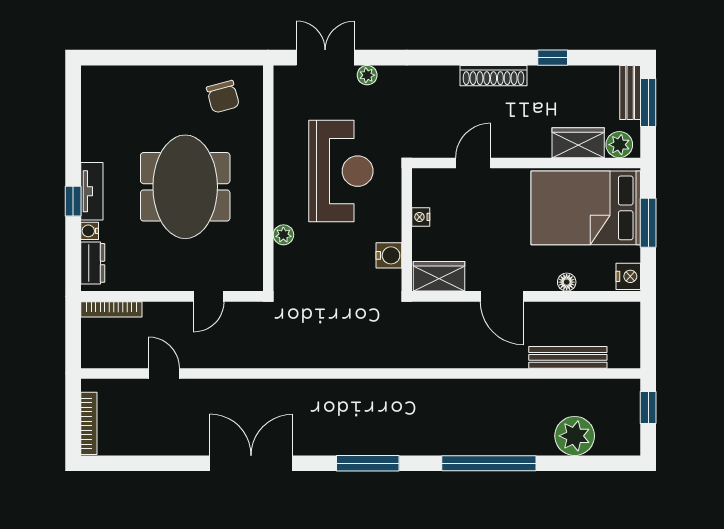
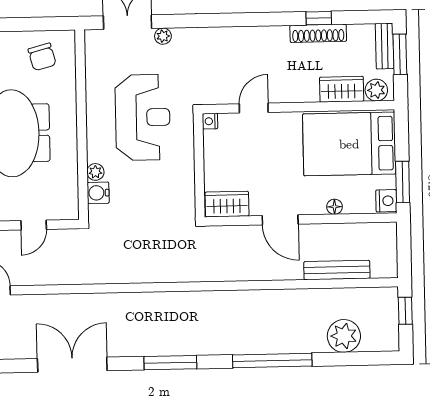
shoe rack: (494, 76) -> (318, 33), moved
nightstand: (421, 217) -> (210, 121), moved
window: (648, 223) -> (403, 182), moved
water cooler: (389, 255) -> (98, 193), moved, turned 180

